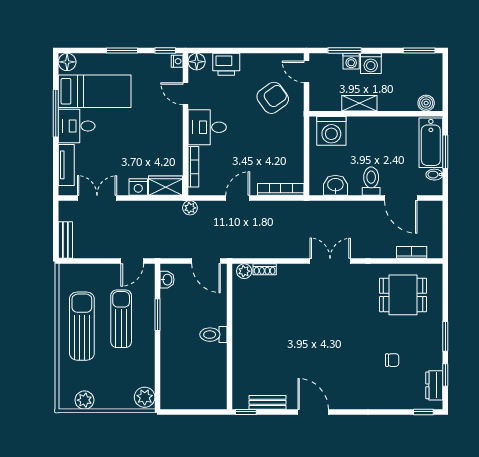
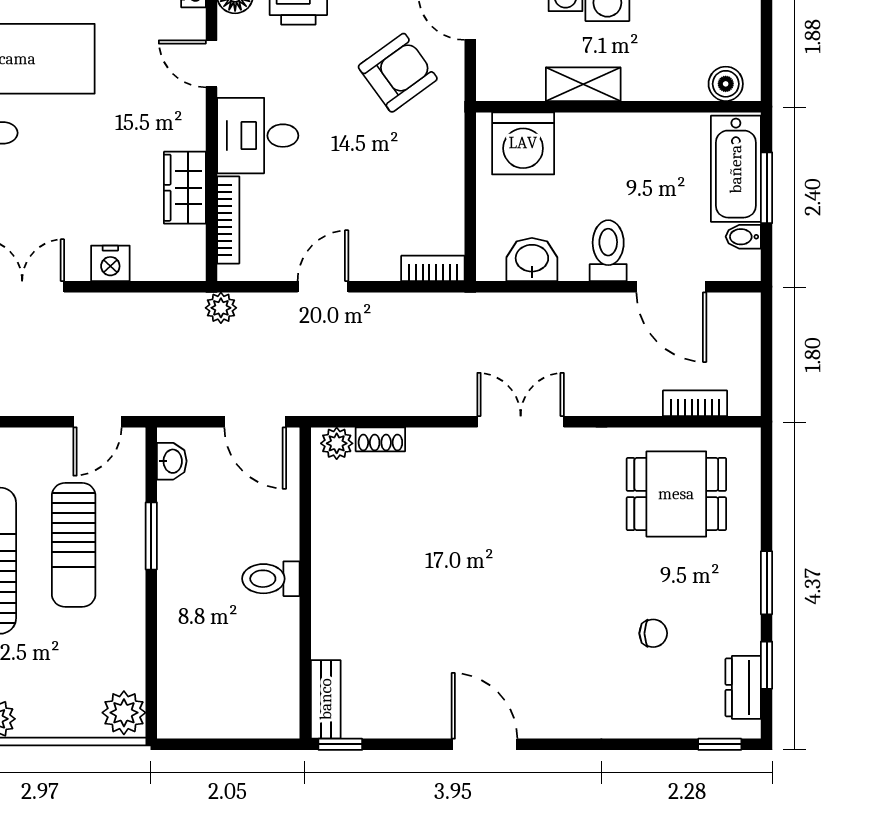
wardrobe: (166, 186) -> (185, 188), moved, turned -90
bookcase: (281, 189) -> (433, 268), width x0.64
sun lounger: (121, 319) -> (74, 545), turned 180
bench: (268, 402) -> (326, 699), moved, turned 90

